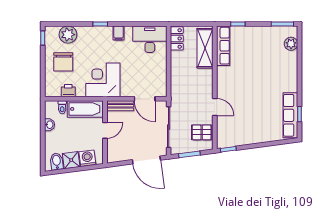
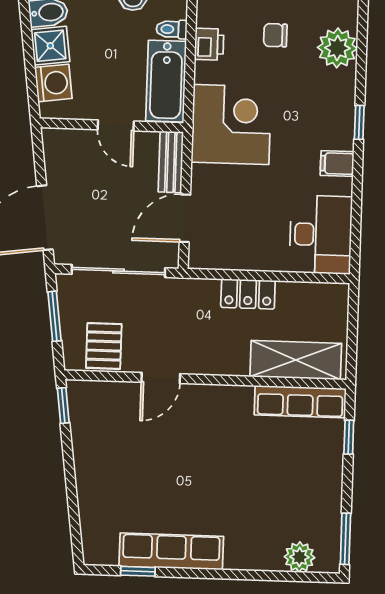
locker: (177, 38) -> (248, 294), moved
chair: (63, 62) -> (275, 35), width x0.54, depth x0.54
row of seats: (290, 115) -> (171, 551), moved

